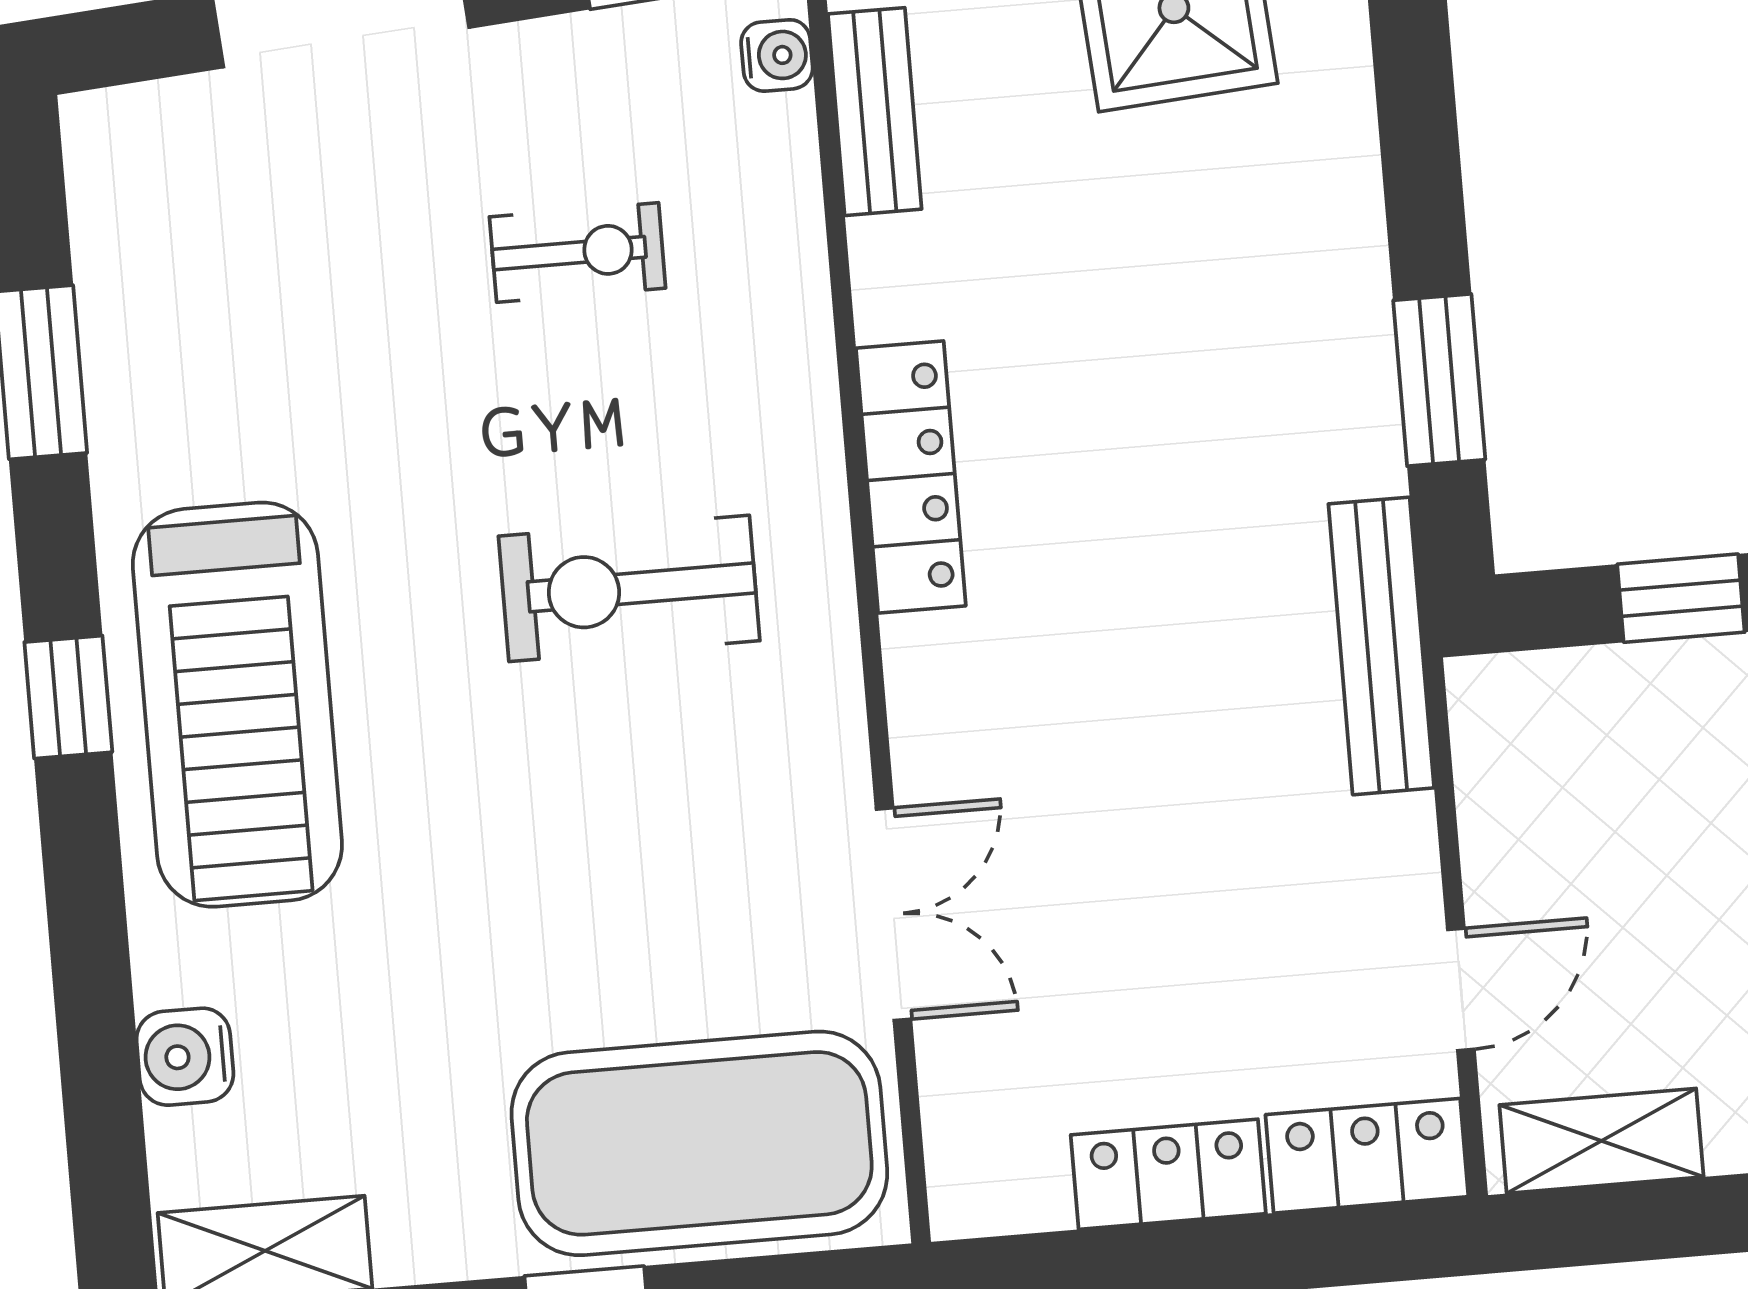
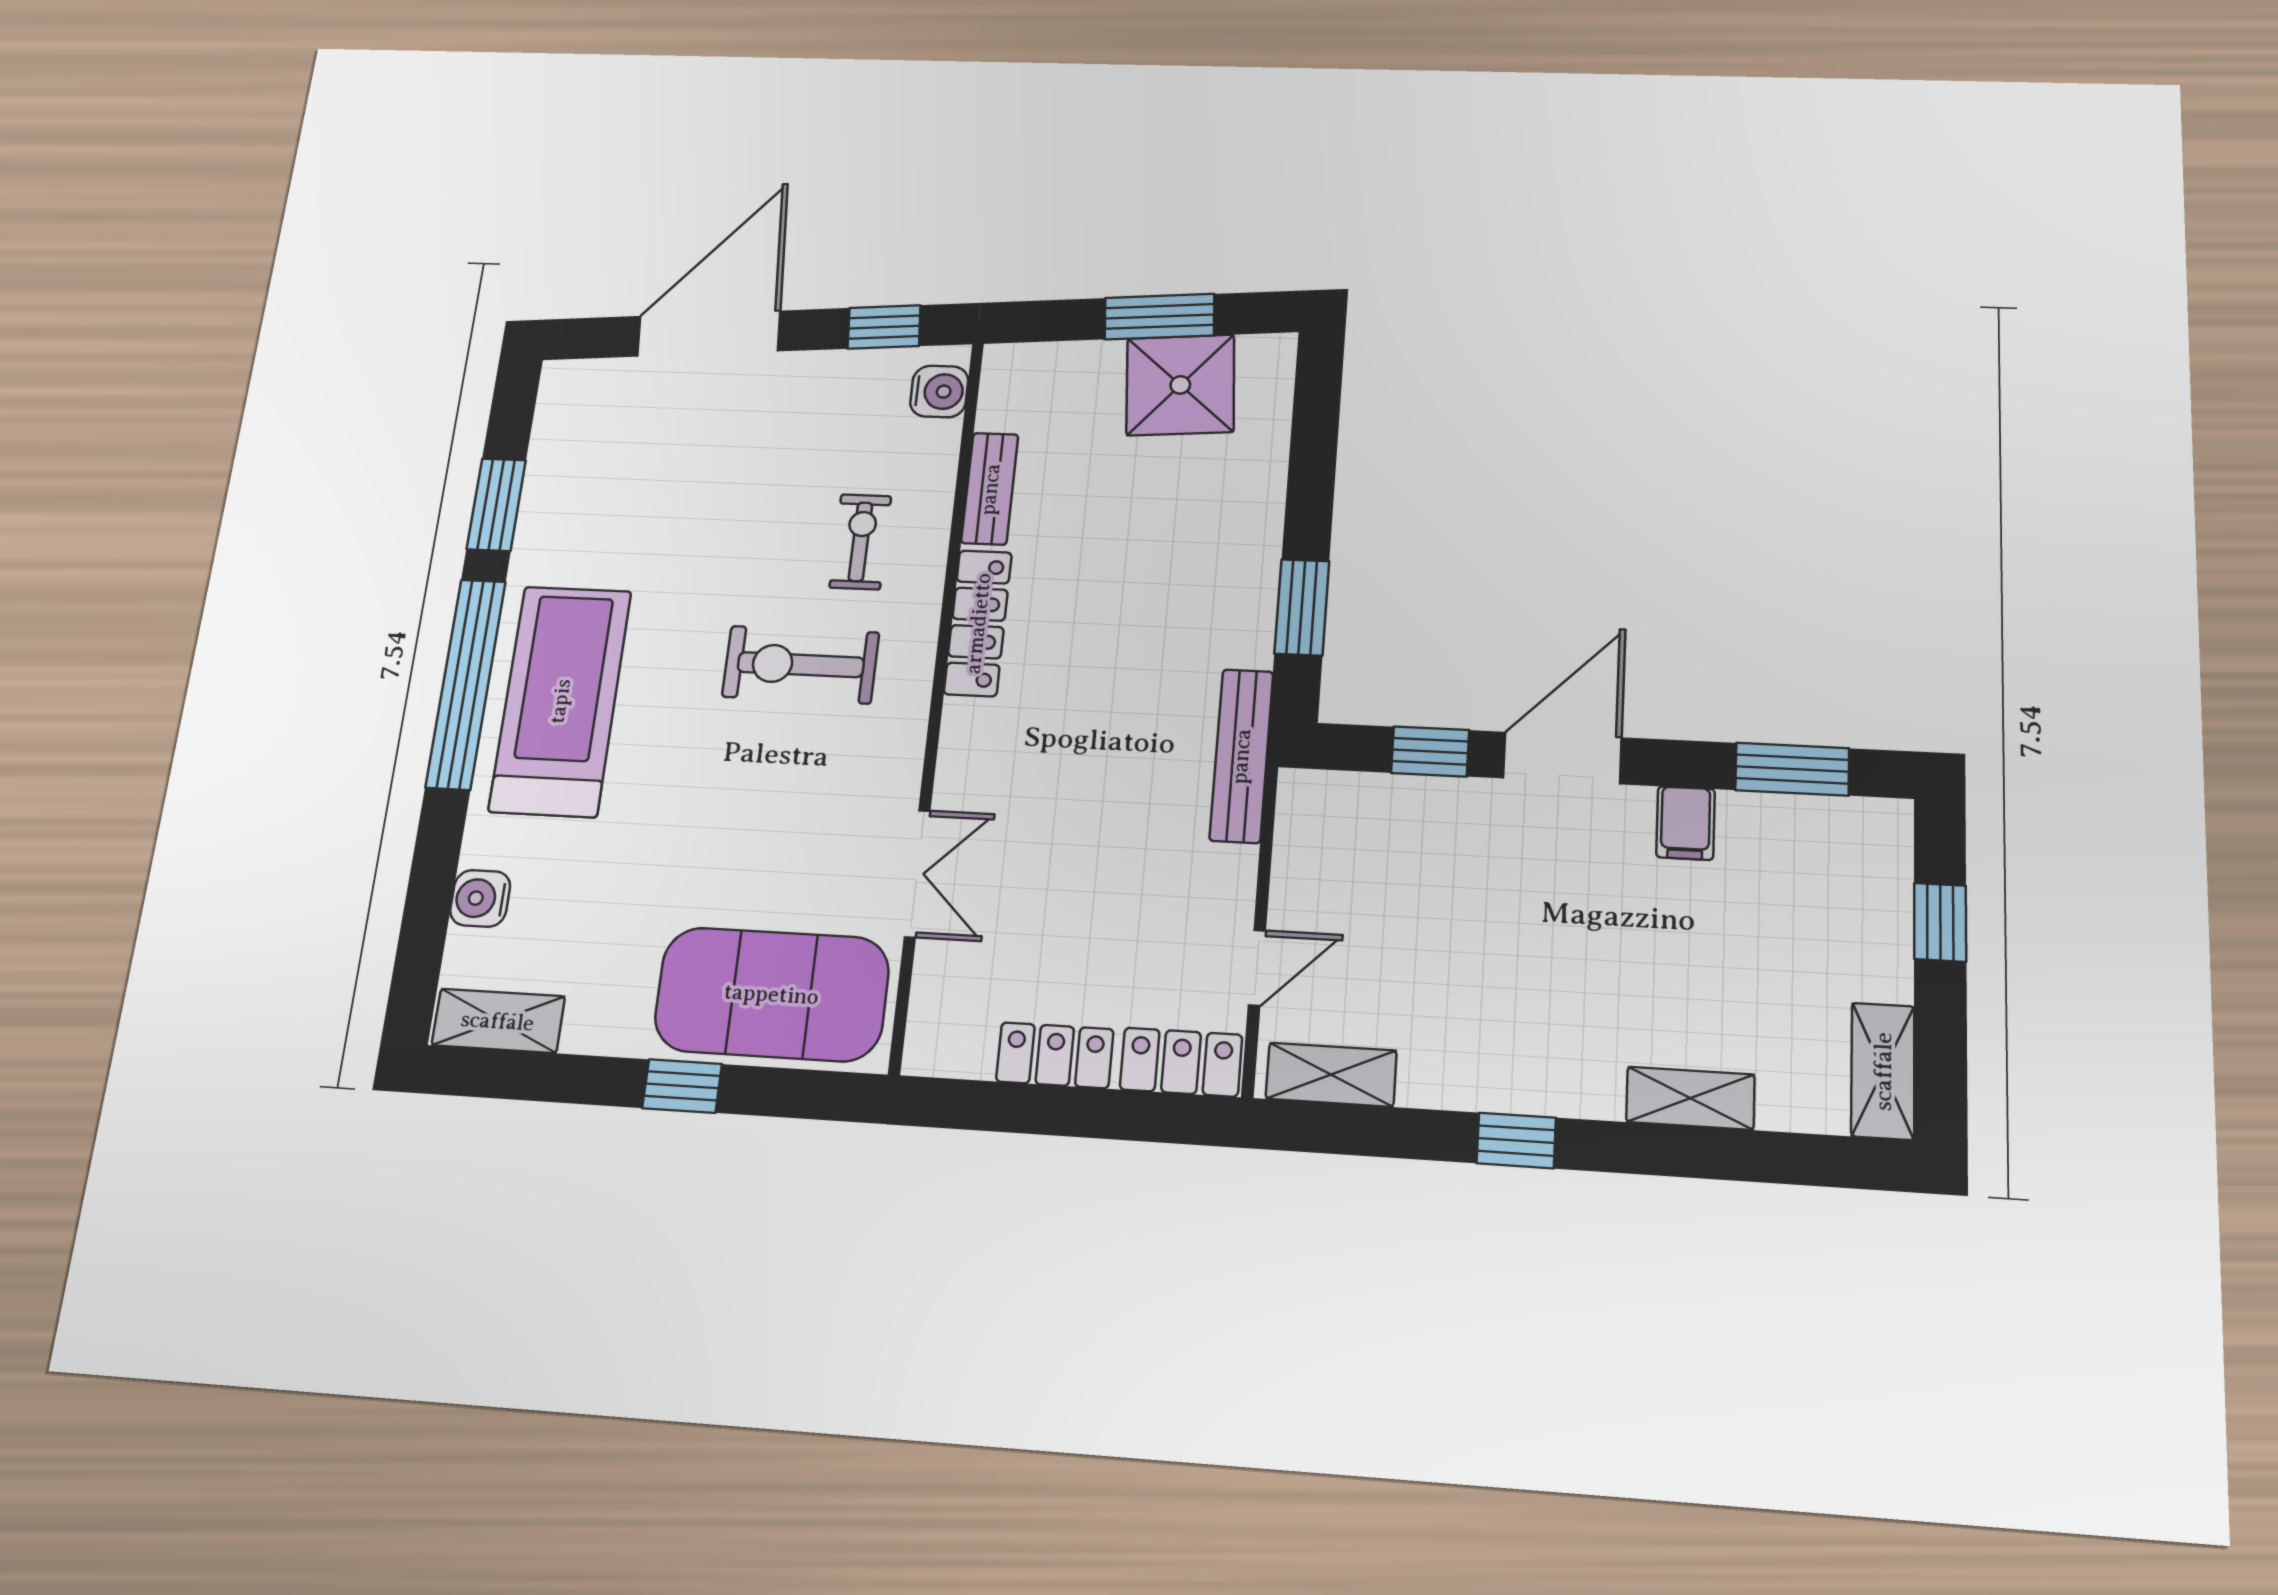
water cooler: (777, 55) -> (939, 391), width x1.38, depth x1.38
bench: (875, 112) -> (990, 489), moved
exercise bike: (578, 252) -> (860, 542), moved, turned -90
window: (68, 697) -> (466, 684), width x3.17
treadmill: (237, 705) -> (560, 701), turned 180

